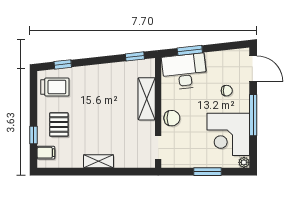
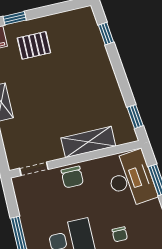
trolley: (55, 87) -> (77, 30), removed

